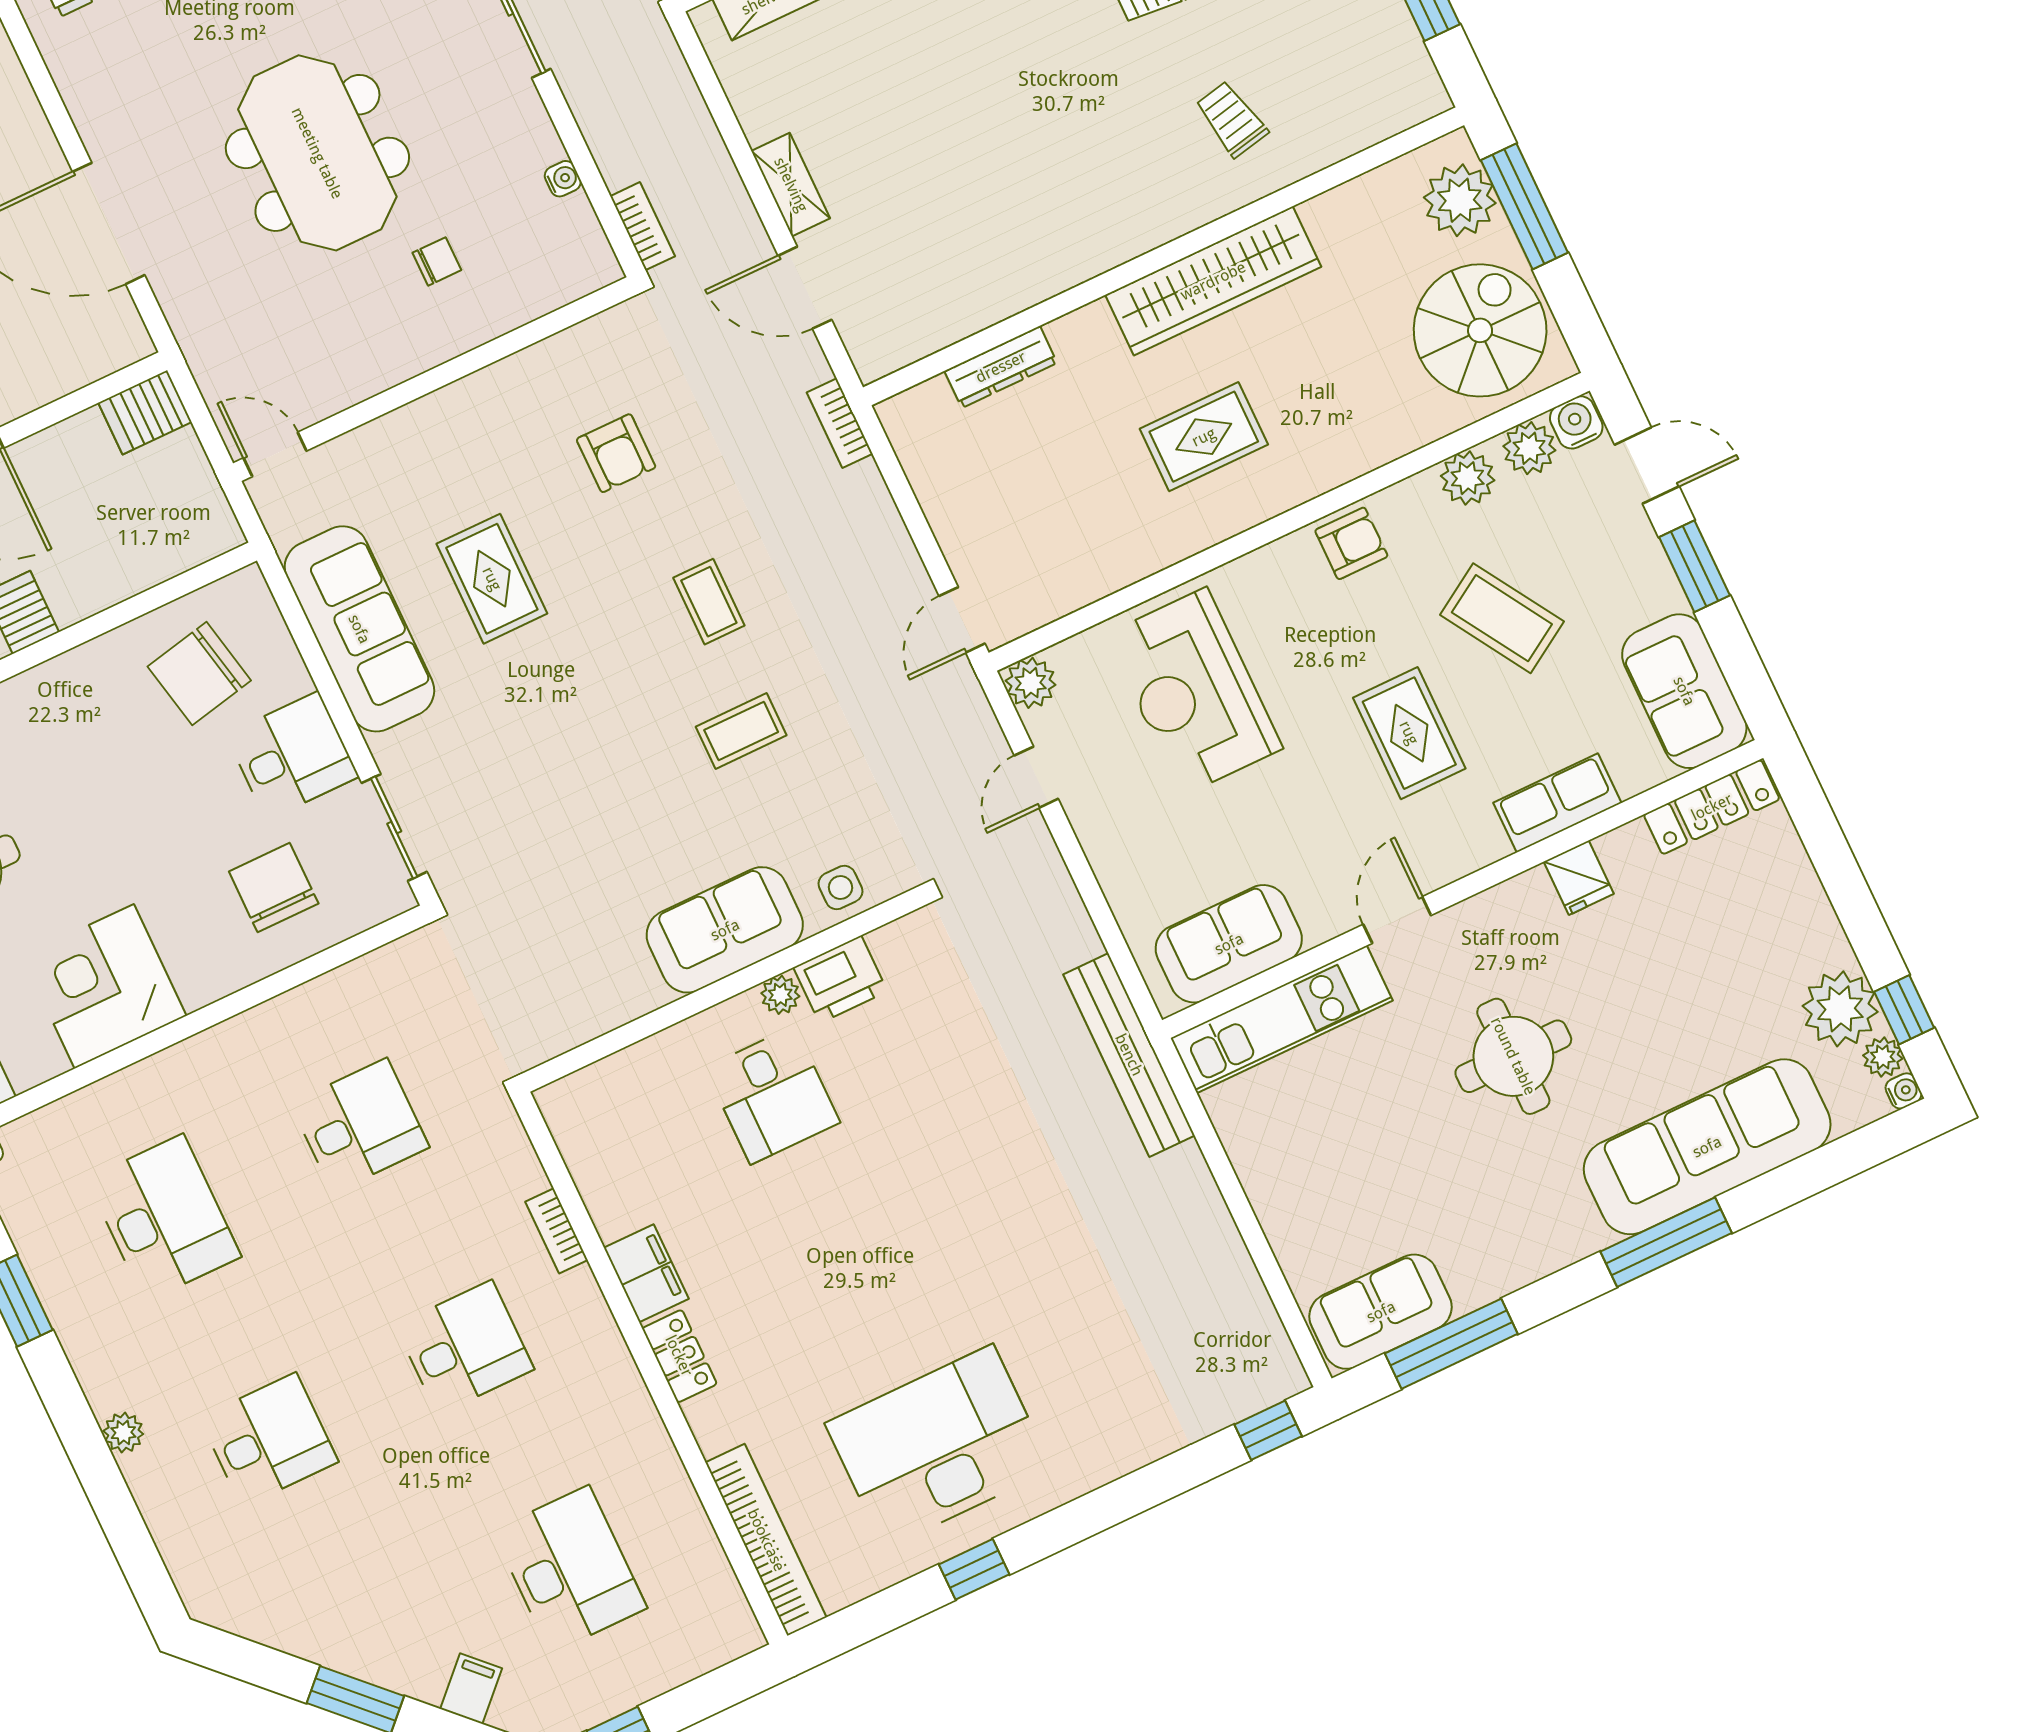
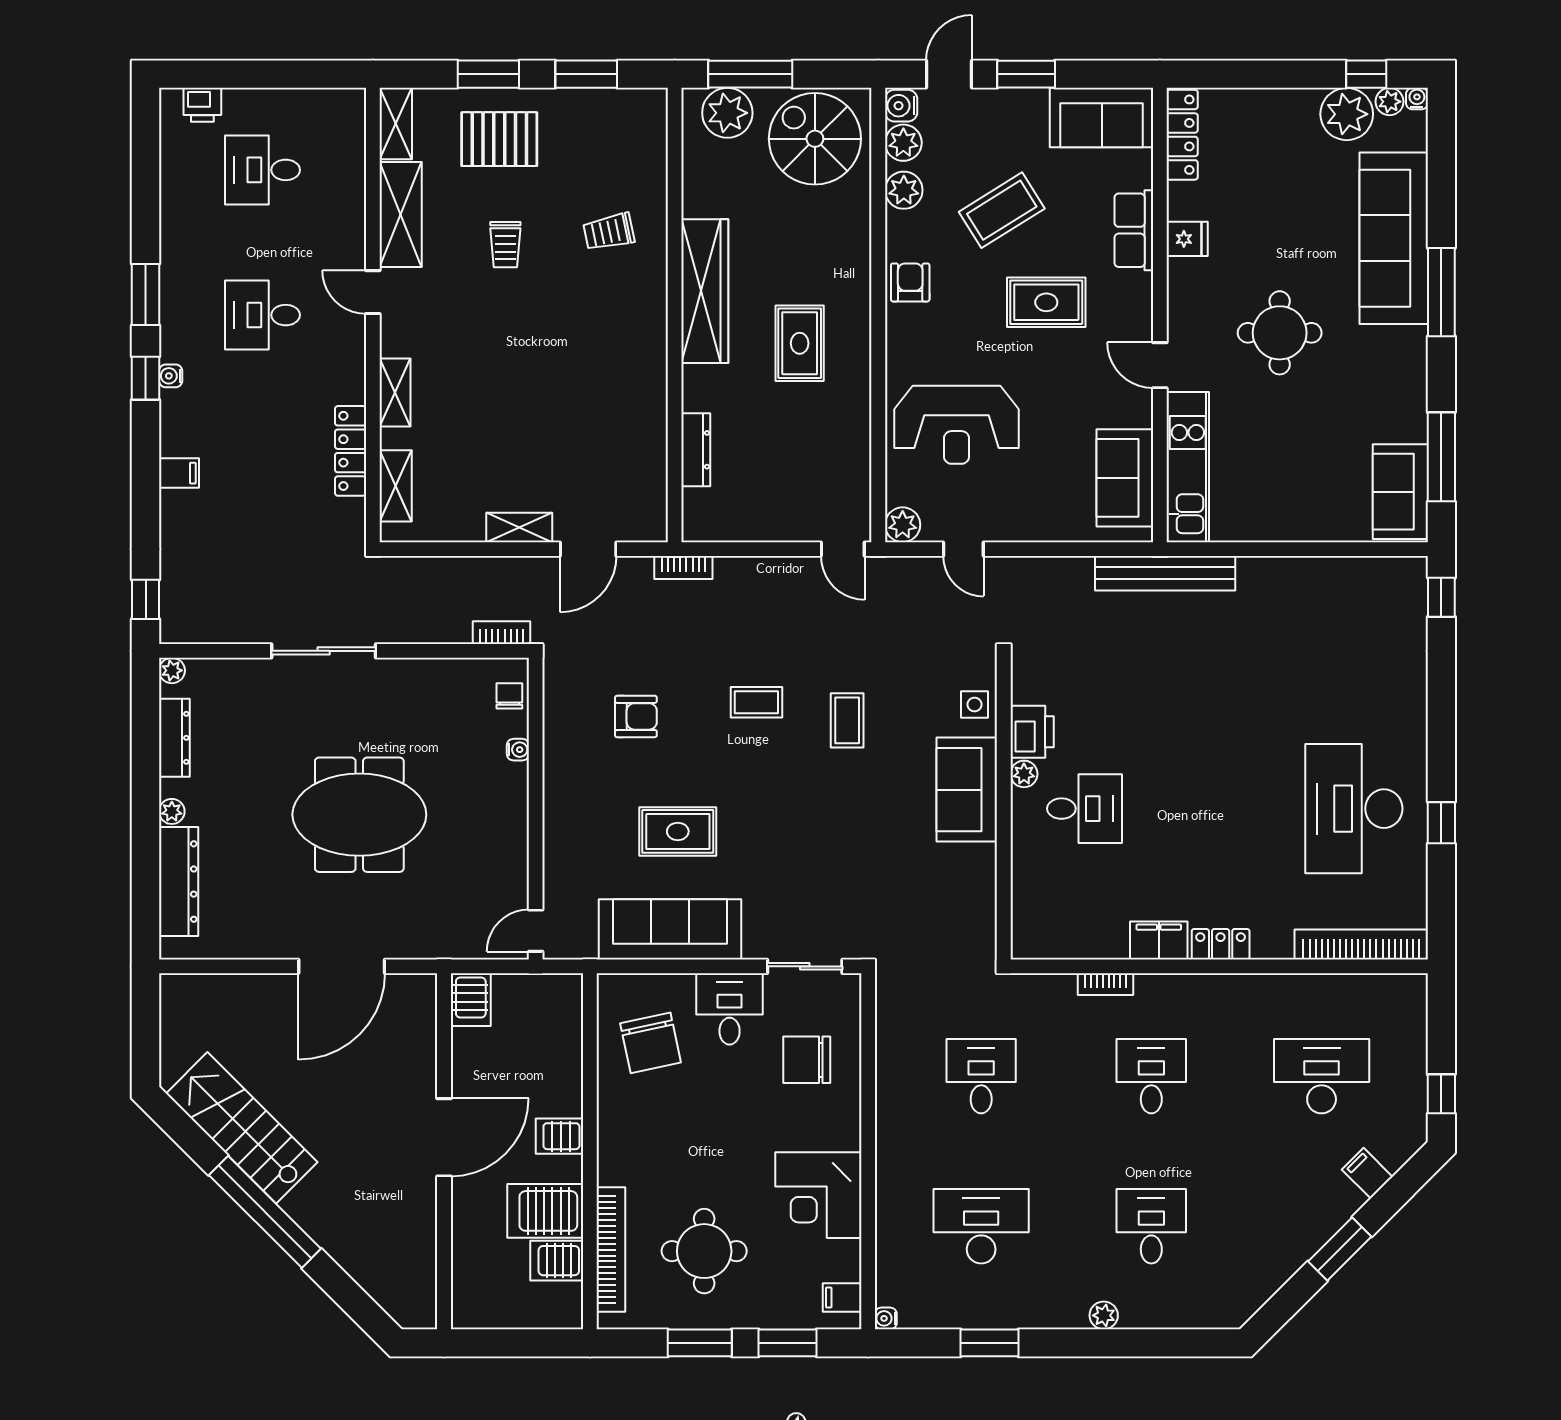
water cooler: (563, 179) -> (518, 750), moved, turned 90
chair: (437, 261) -> (509, 696), moved

